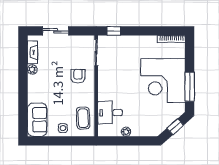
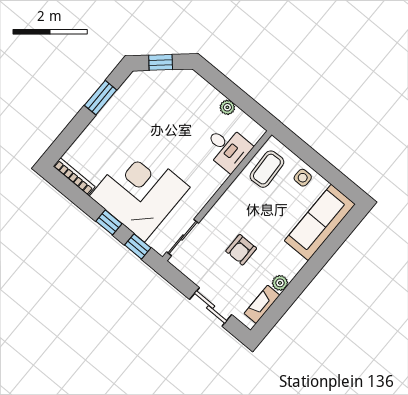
window: (137, 31) -> (109, 222), added
armchair: (78, 76) -> (241, 250), moved
corner desk: (163, 80) -> (140, 192), moved, turned -90
window: (190, 87) -> (101, 98), width x0.69
sofa: (37, 120) -> (320, 222), width x1.36

